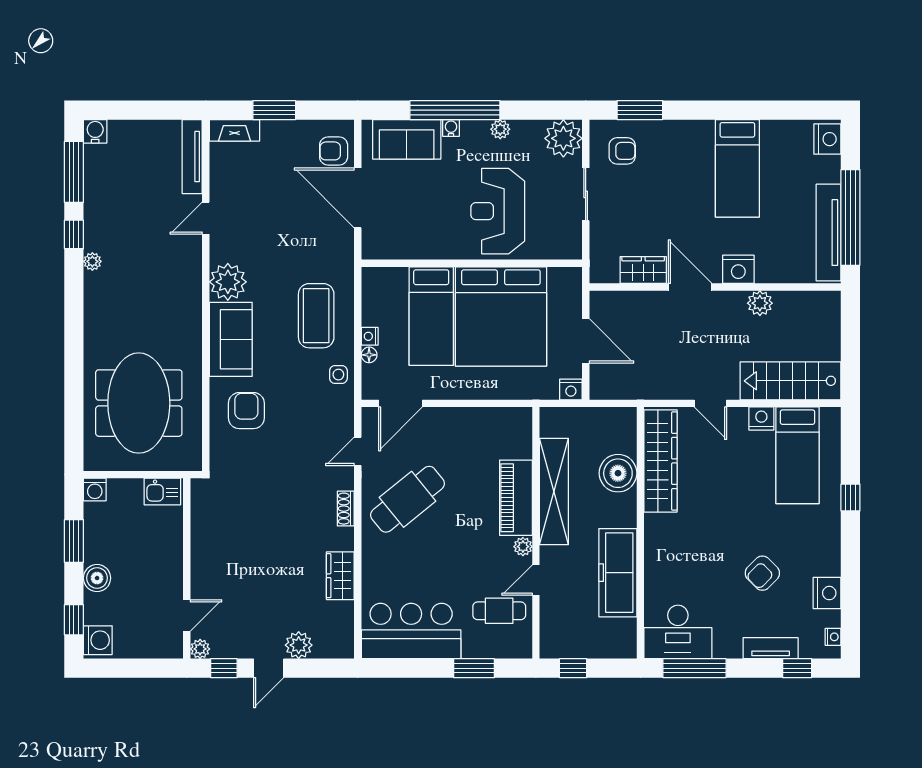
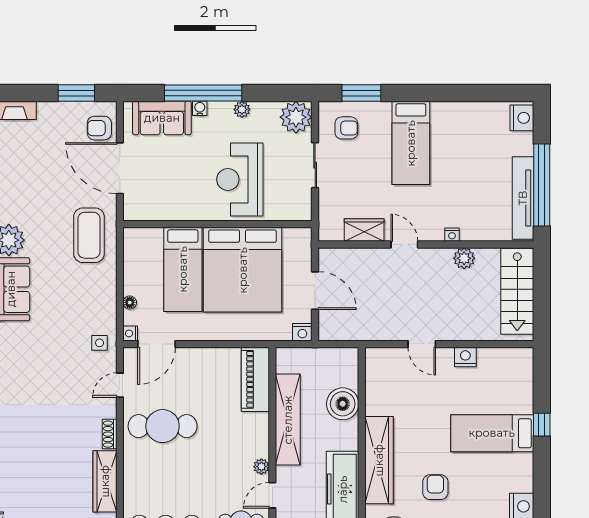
window: (274, 110) -> (76, 93), moved
bed: (737, 168) -> (411, 143), moved
nightstand: (738, 269) -> (452, 235), width x0.53, depth x0.56
door: (690, 287) -> (404, 244), width x0.73
coffee table: (316, 316) -> (89, 235), moved
nightstand: (370, 336) -> (130, 333), moved
side table: (338, 375) -> (100, 343), moved
stairs: (791, 381) -> (517, 291), moved, turned -90
armchair: (246, 411) -> (25, 350), removed
bed: (798, 455) -> (492, 433), moved, turned 90
wardrobe: (660, 461) -> (379, 460), moved
piano: (516, 498) -> (255, 379), moved
cafe table: (408, 499) -> (163, 426), turned 39
armchair: (762, 573) -> (435, 487), moved, turned 135
wardrobe: (340, 576) -> (105, 481), width x1.50

